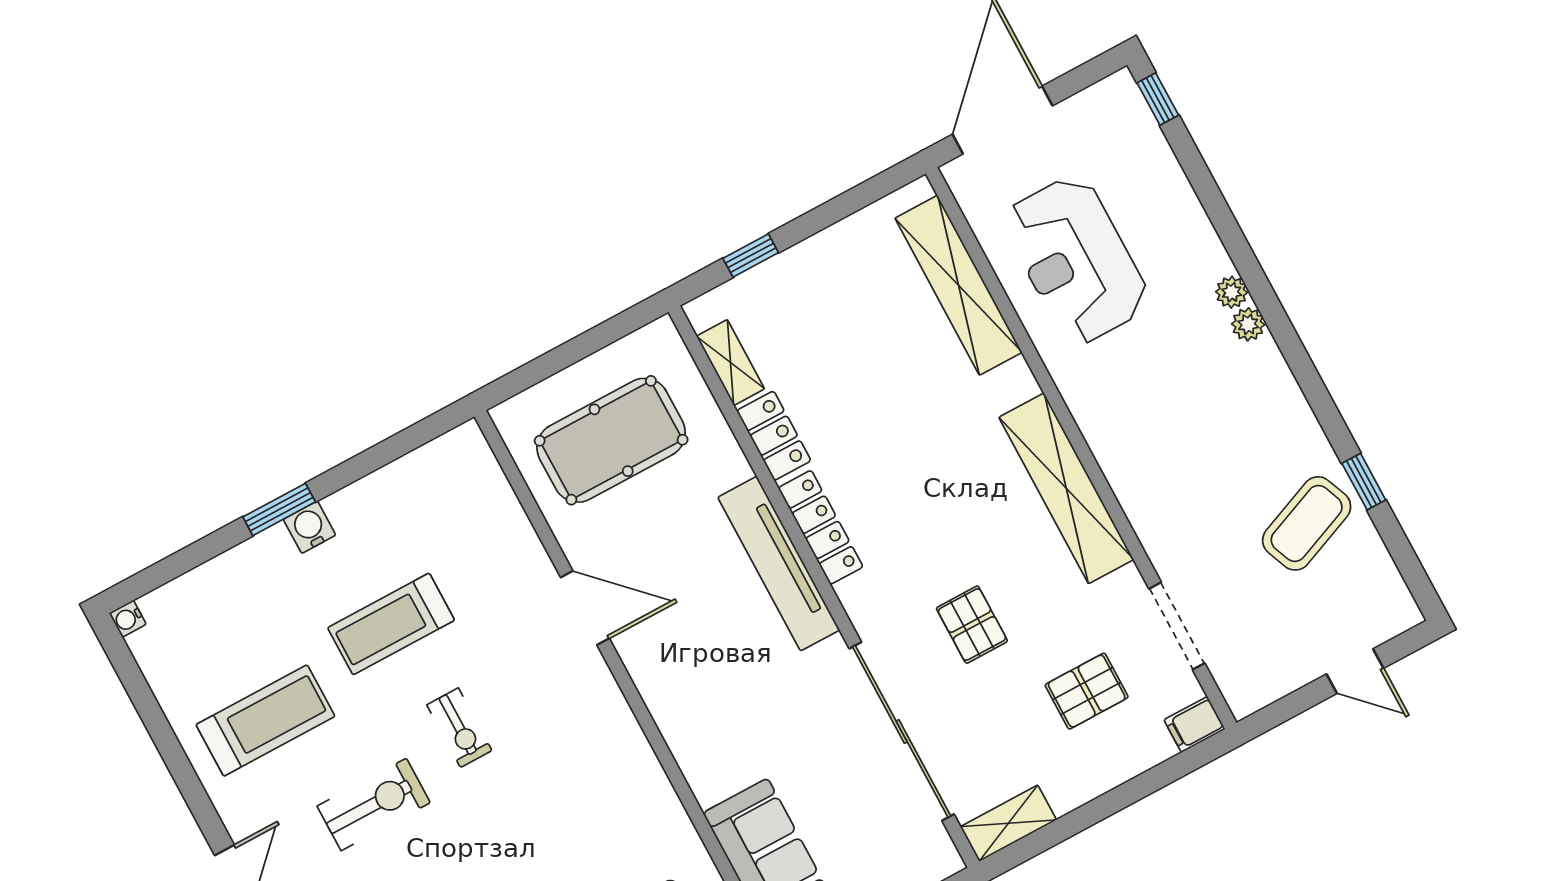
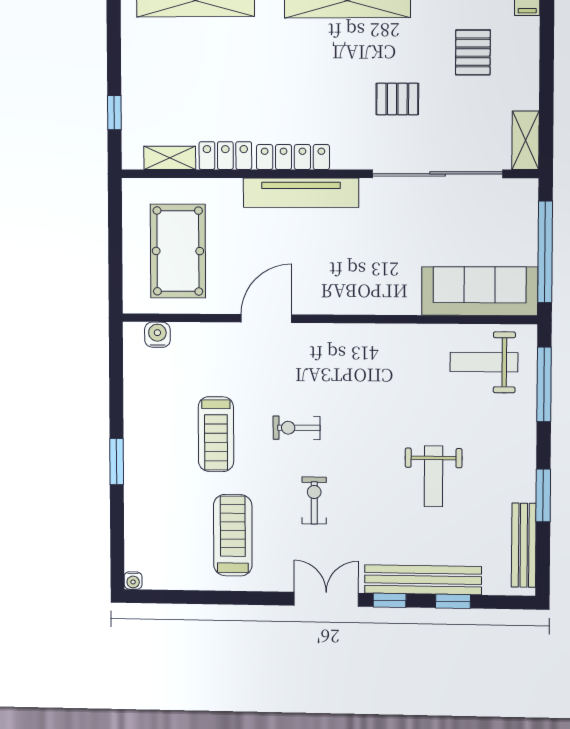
water cooler: (310, 527) -> (157, 335), moved, turned 90
exercise bike: (459, 728) -> (297, 428), turned 180
exercise bike: (374, 804) -> (314, 500), width x0.73, depth x0.72

